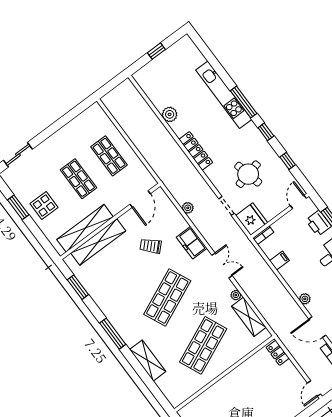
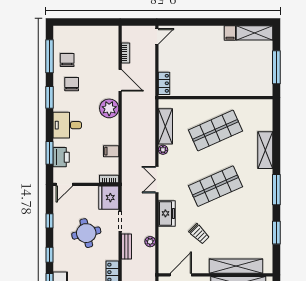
bench: (205, 188) -> (126, 247), added
window: (78, 287) -> (276, 233), moved
plant: (305, 299) -> (109, 108), width x1.88, depth x1.88

